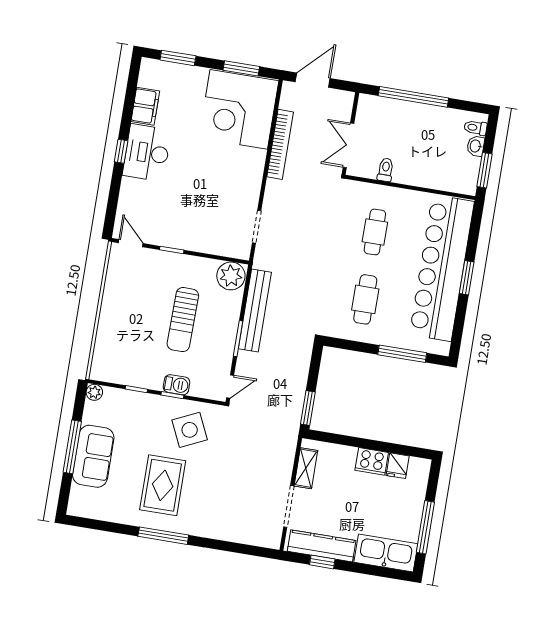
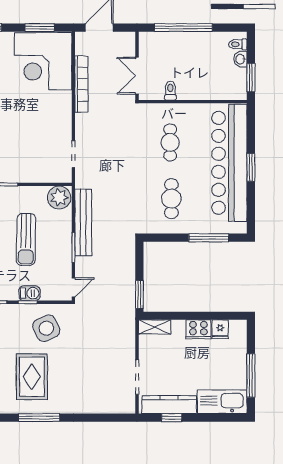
shelving: (306, 468) -> (155, 327), moved, turned 90

